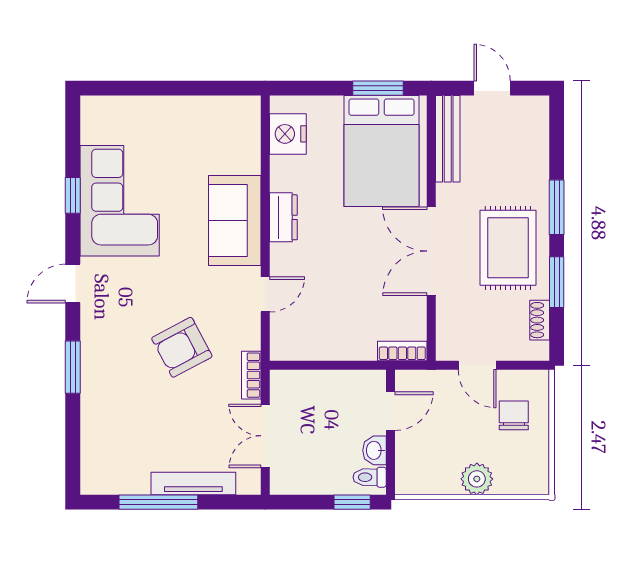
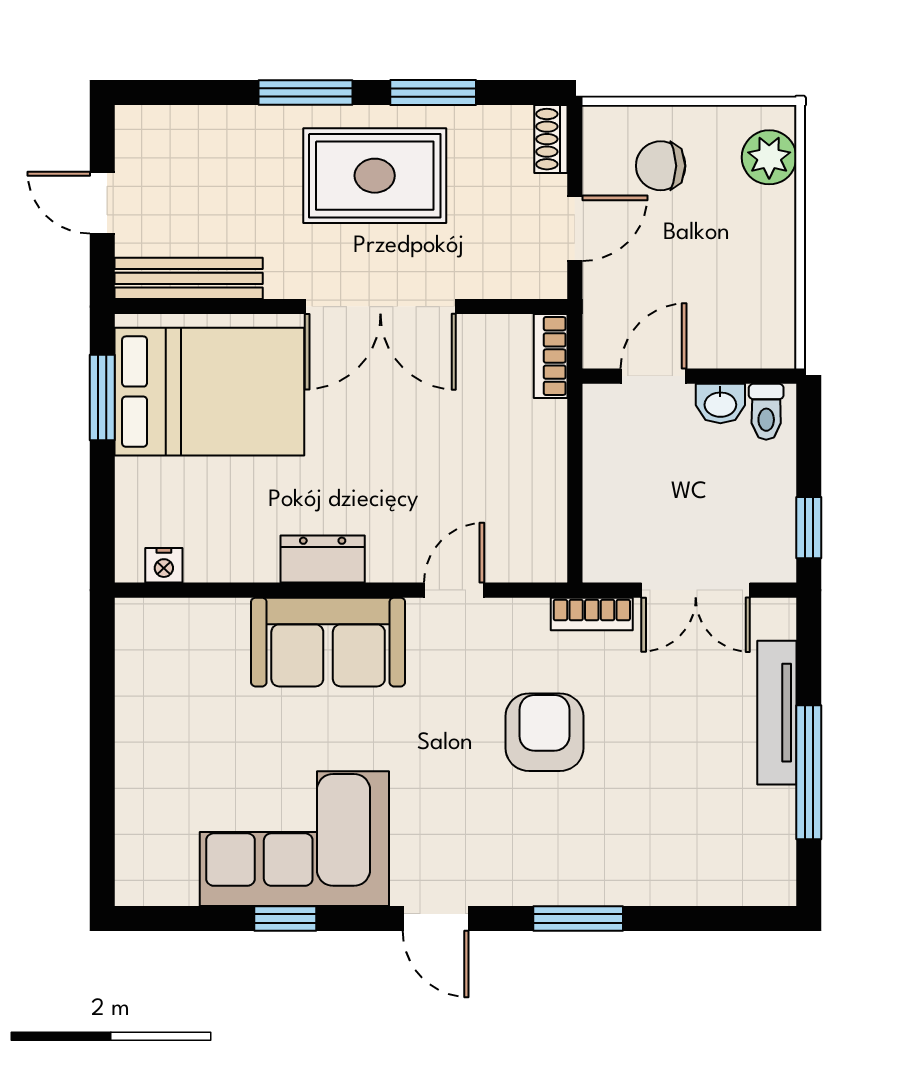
door: (492, 88) -> (102, 203), hinge flipped
nightstand: (288, 134) -> (164, 565), width x0.53, depth x0.56
door: (265, 294) -> (454, 590), hinge flipped
shoe rack: (540, 320) -> (551, 139), moved, turned 90
armchair: (182, 347) -> (544, 732), turned -152
door: (391, 411) -> (654, 376), hinge flipped
plant: (477, 479) -> (769, 157), moved
window: (352, 502) -> (809, 528), moved

